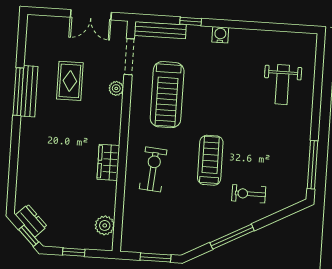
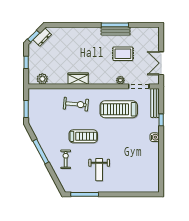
weight bench: (282, 85) -> (99, 170), moved, turned -90

